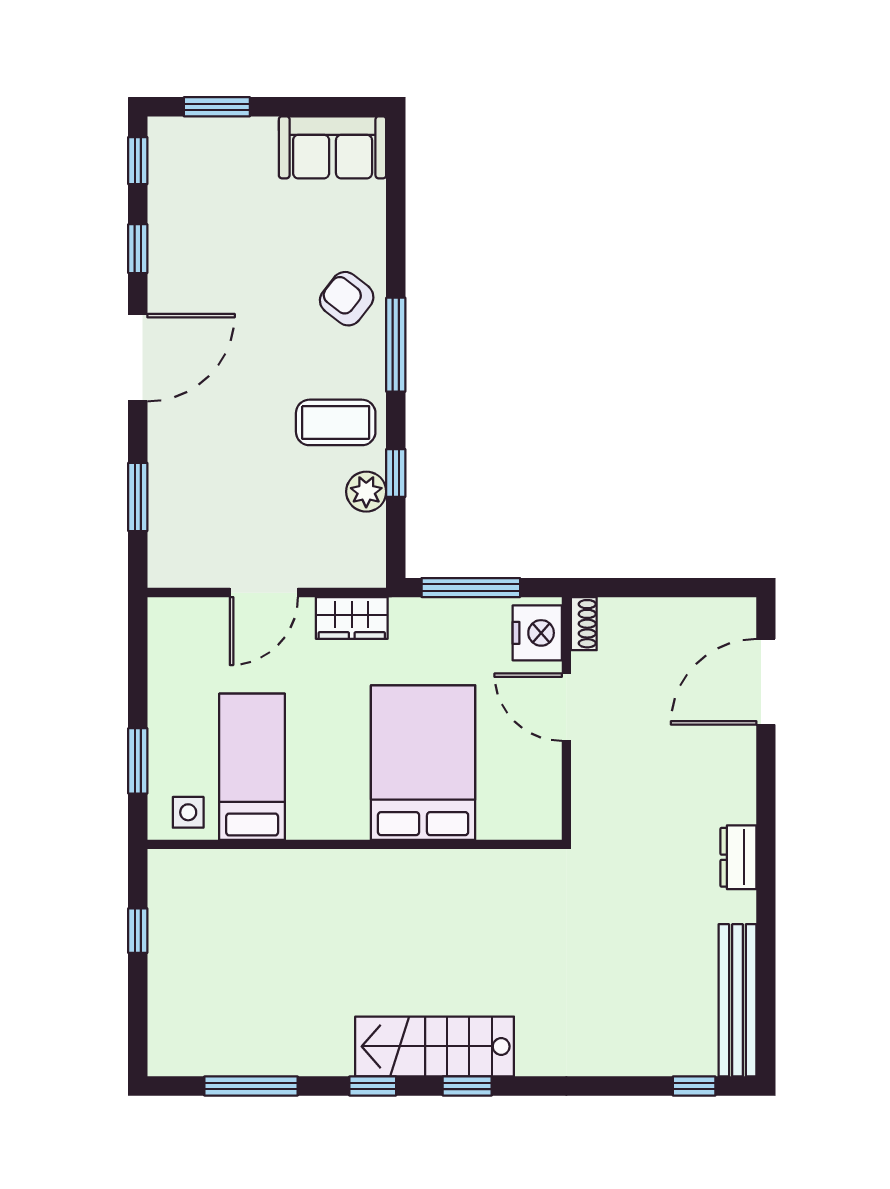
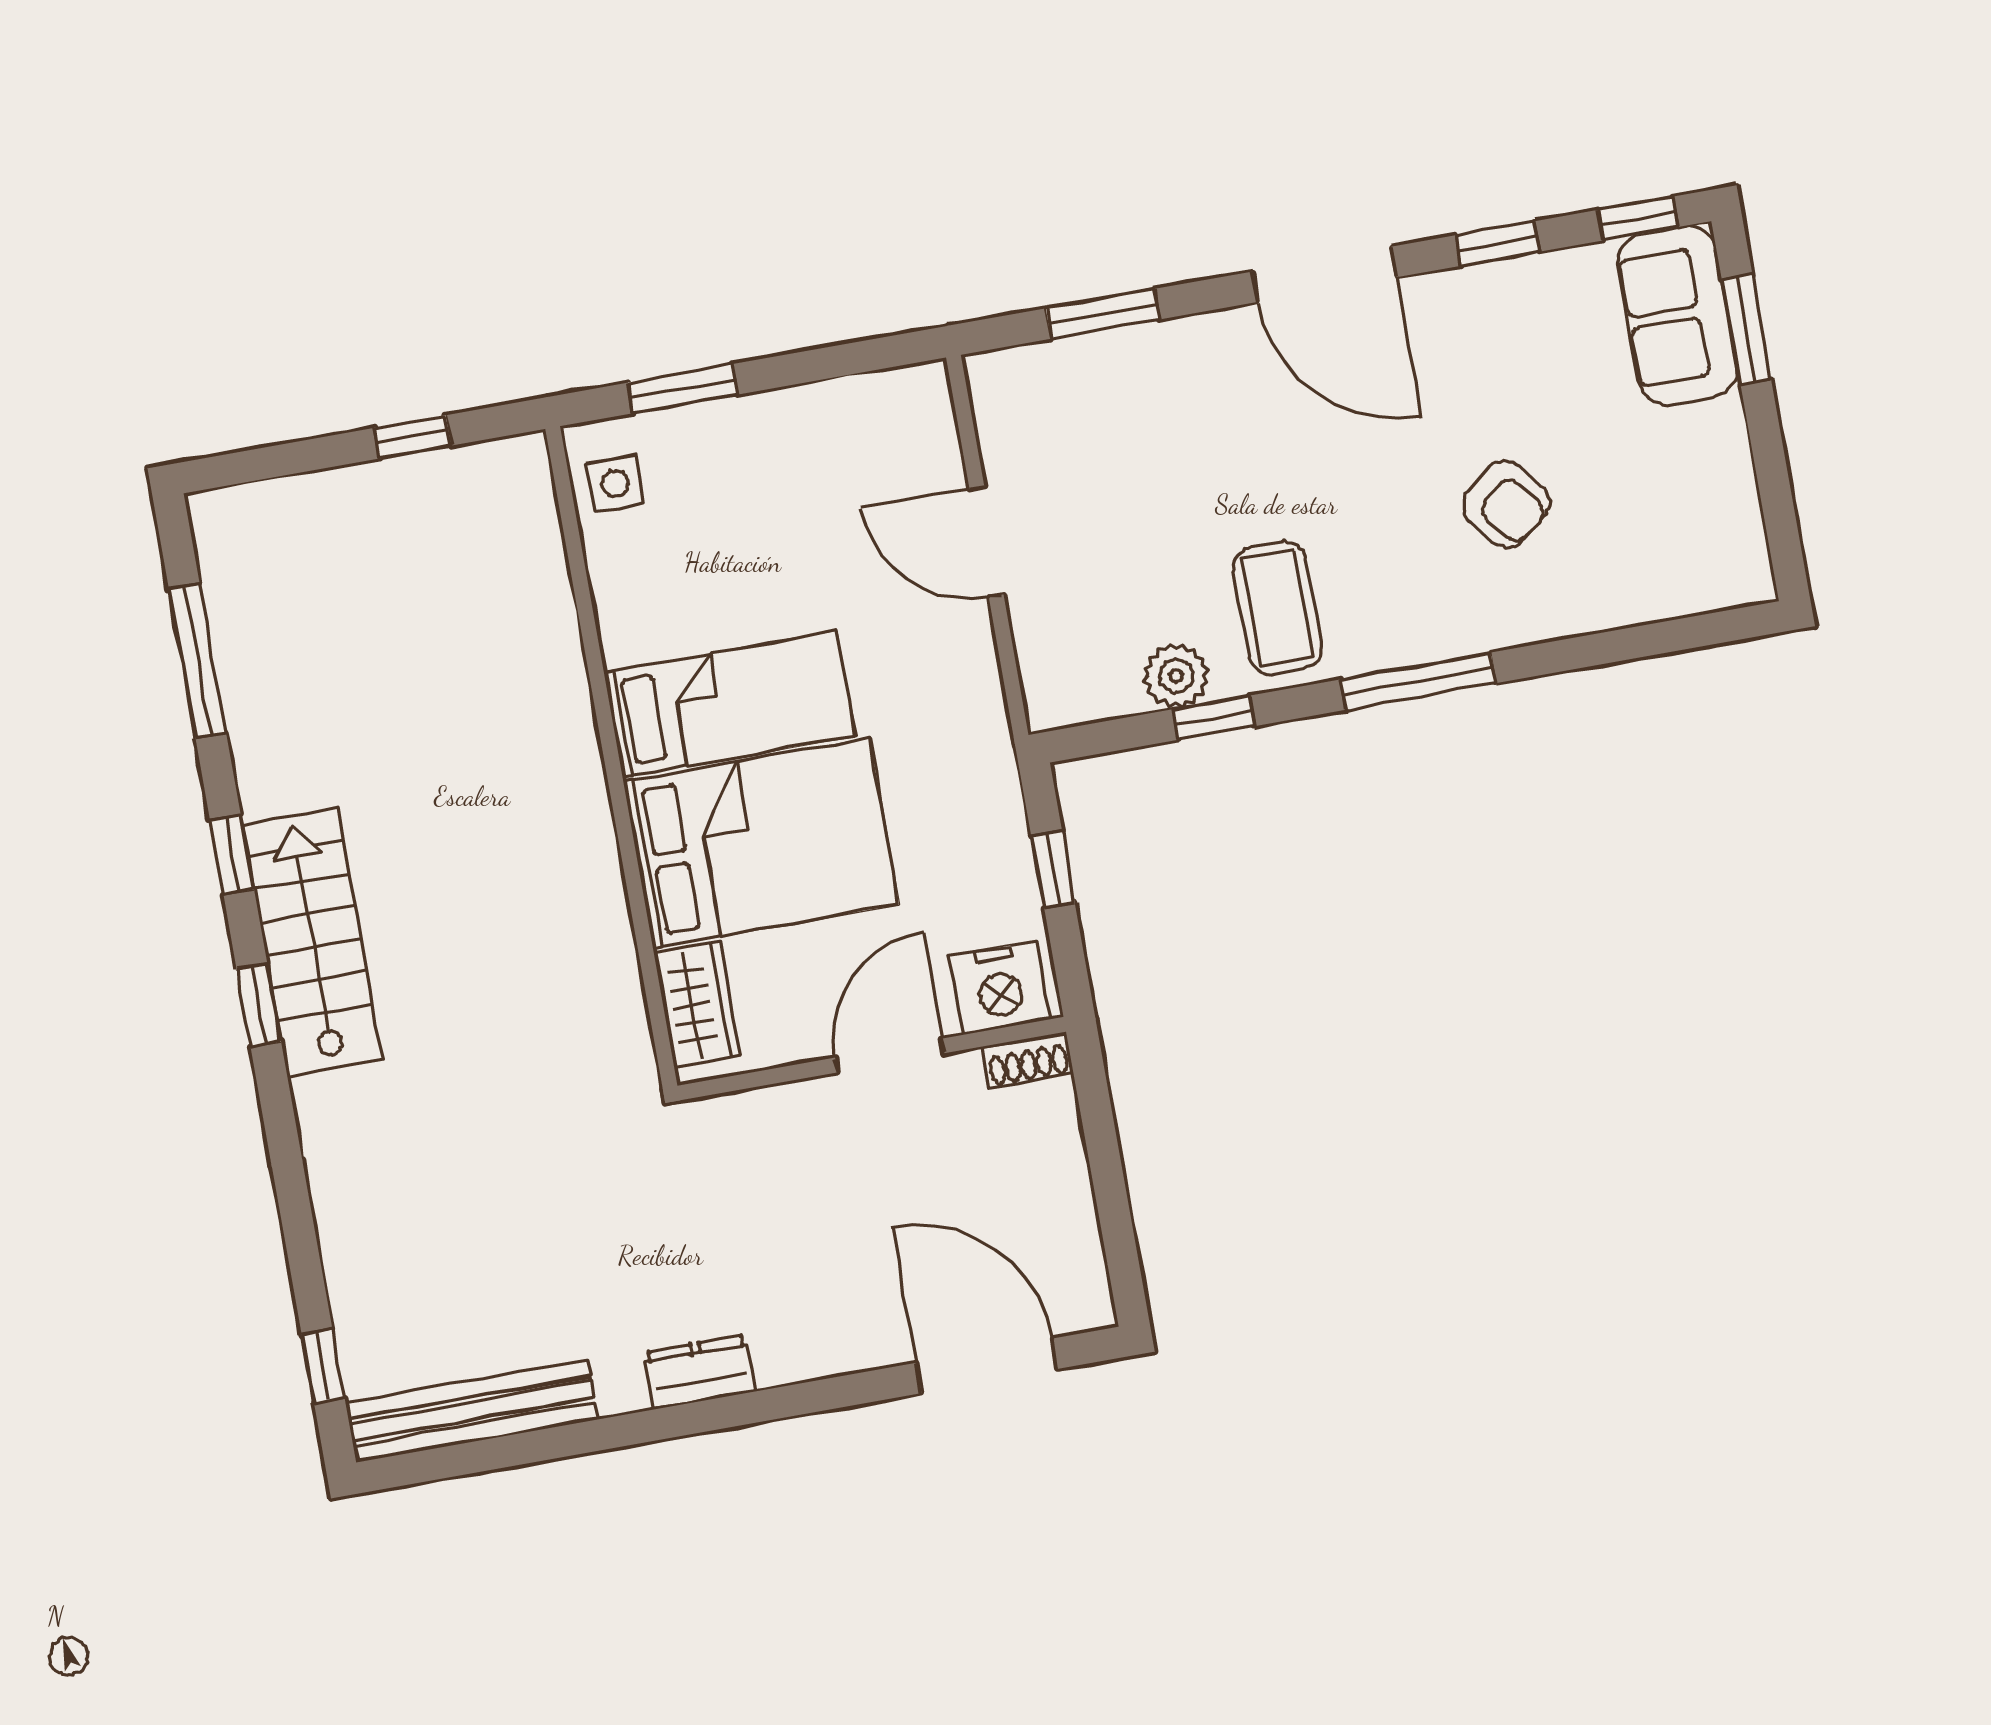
sofa: (333, 147) -> (1677, 315), moved
armchair: (347, 299) -> (1506, 504), moved, turned 103
window: (471, 588) -> (1053, 870), width x0.46
wardrobe: (352, 618) -> (697, 1004), moved, turned 180
bed: (252, 767) -> (729, 704), moved

